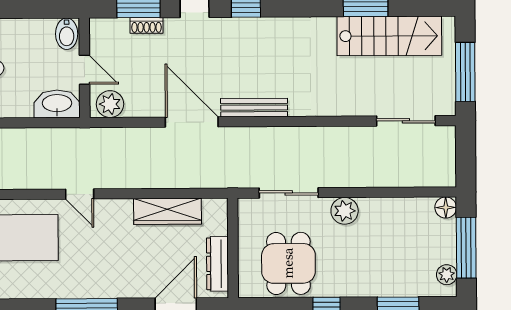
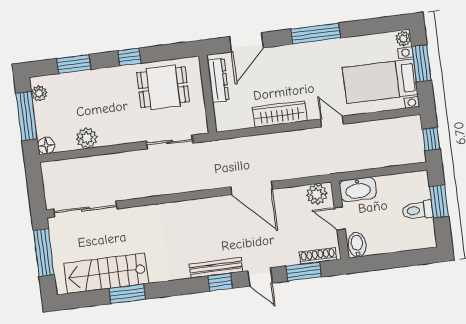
shoe rack: (147, 25) -> (318, 256), moved, width x1.43
bench: (254, 108) -> (216, 268), moved
sliding door: (406, 121) -> (85, 209), width x1.37
wardrobe: (168, 211) -> (280, 114), moved
plant: (345, 211) -> (87, 138), moved
dining table: (288, 263) -> (163, 87), turned 90

